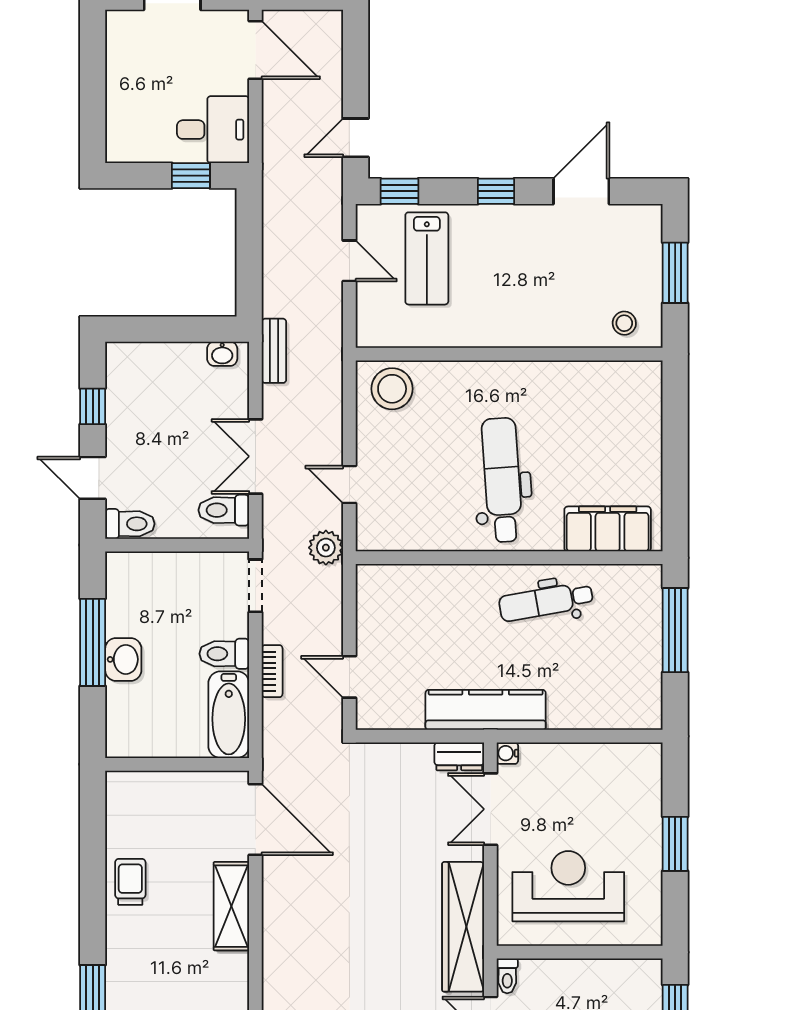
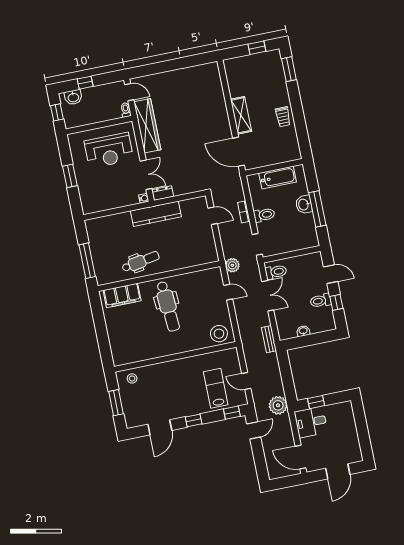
plant: (284, 186) -> (278, 405), added
washbasin: (222, 354) -> (303, 331), moved
toilet: (130, 524) -> (321, 301), moved
bathtub: (229, 715) -> (278, 178), moved, turned 90

